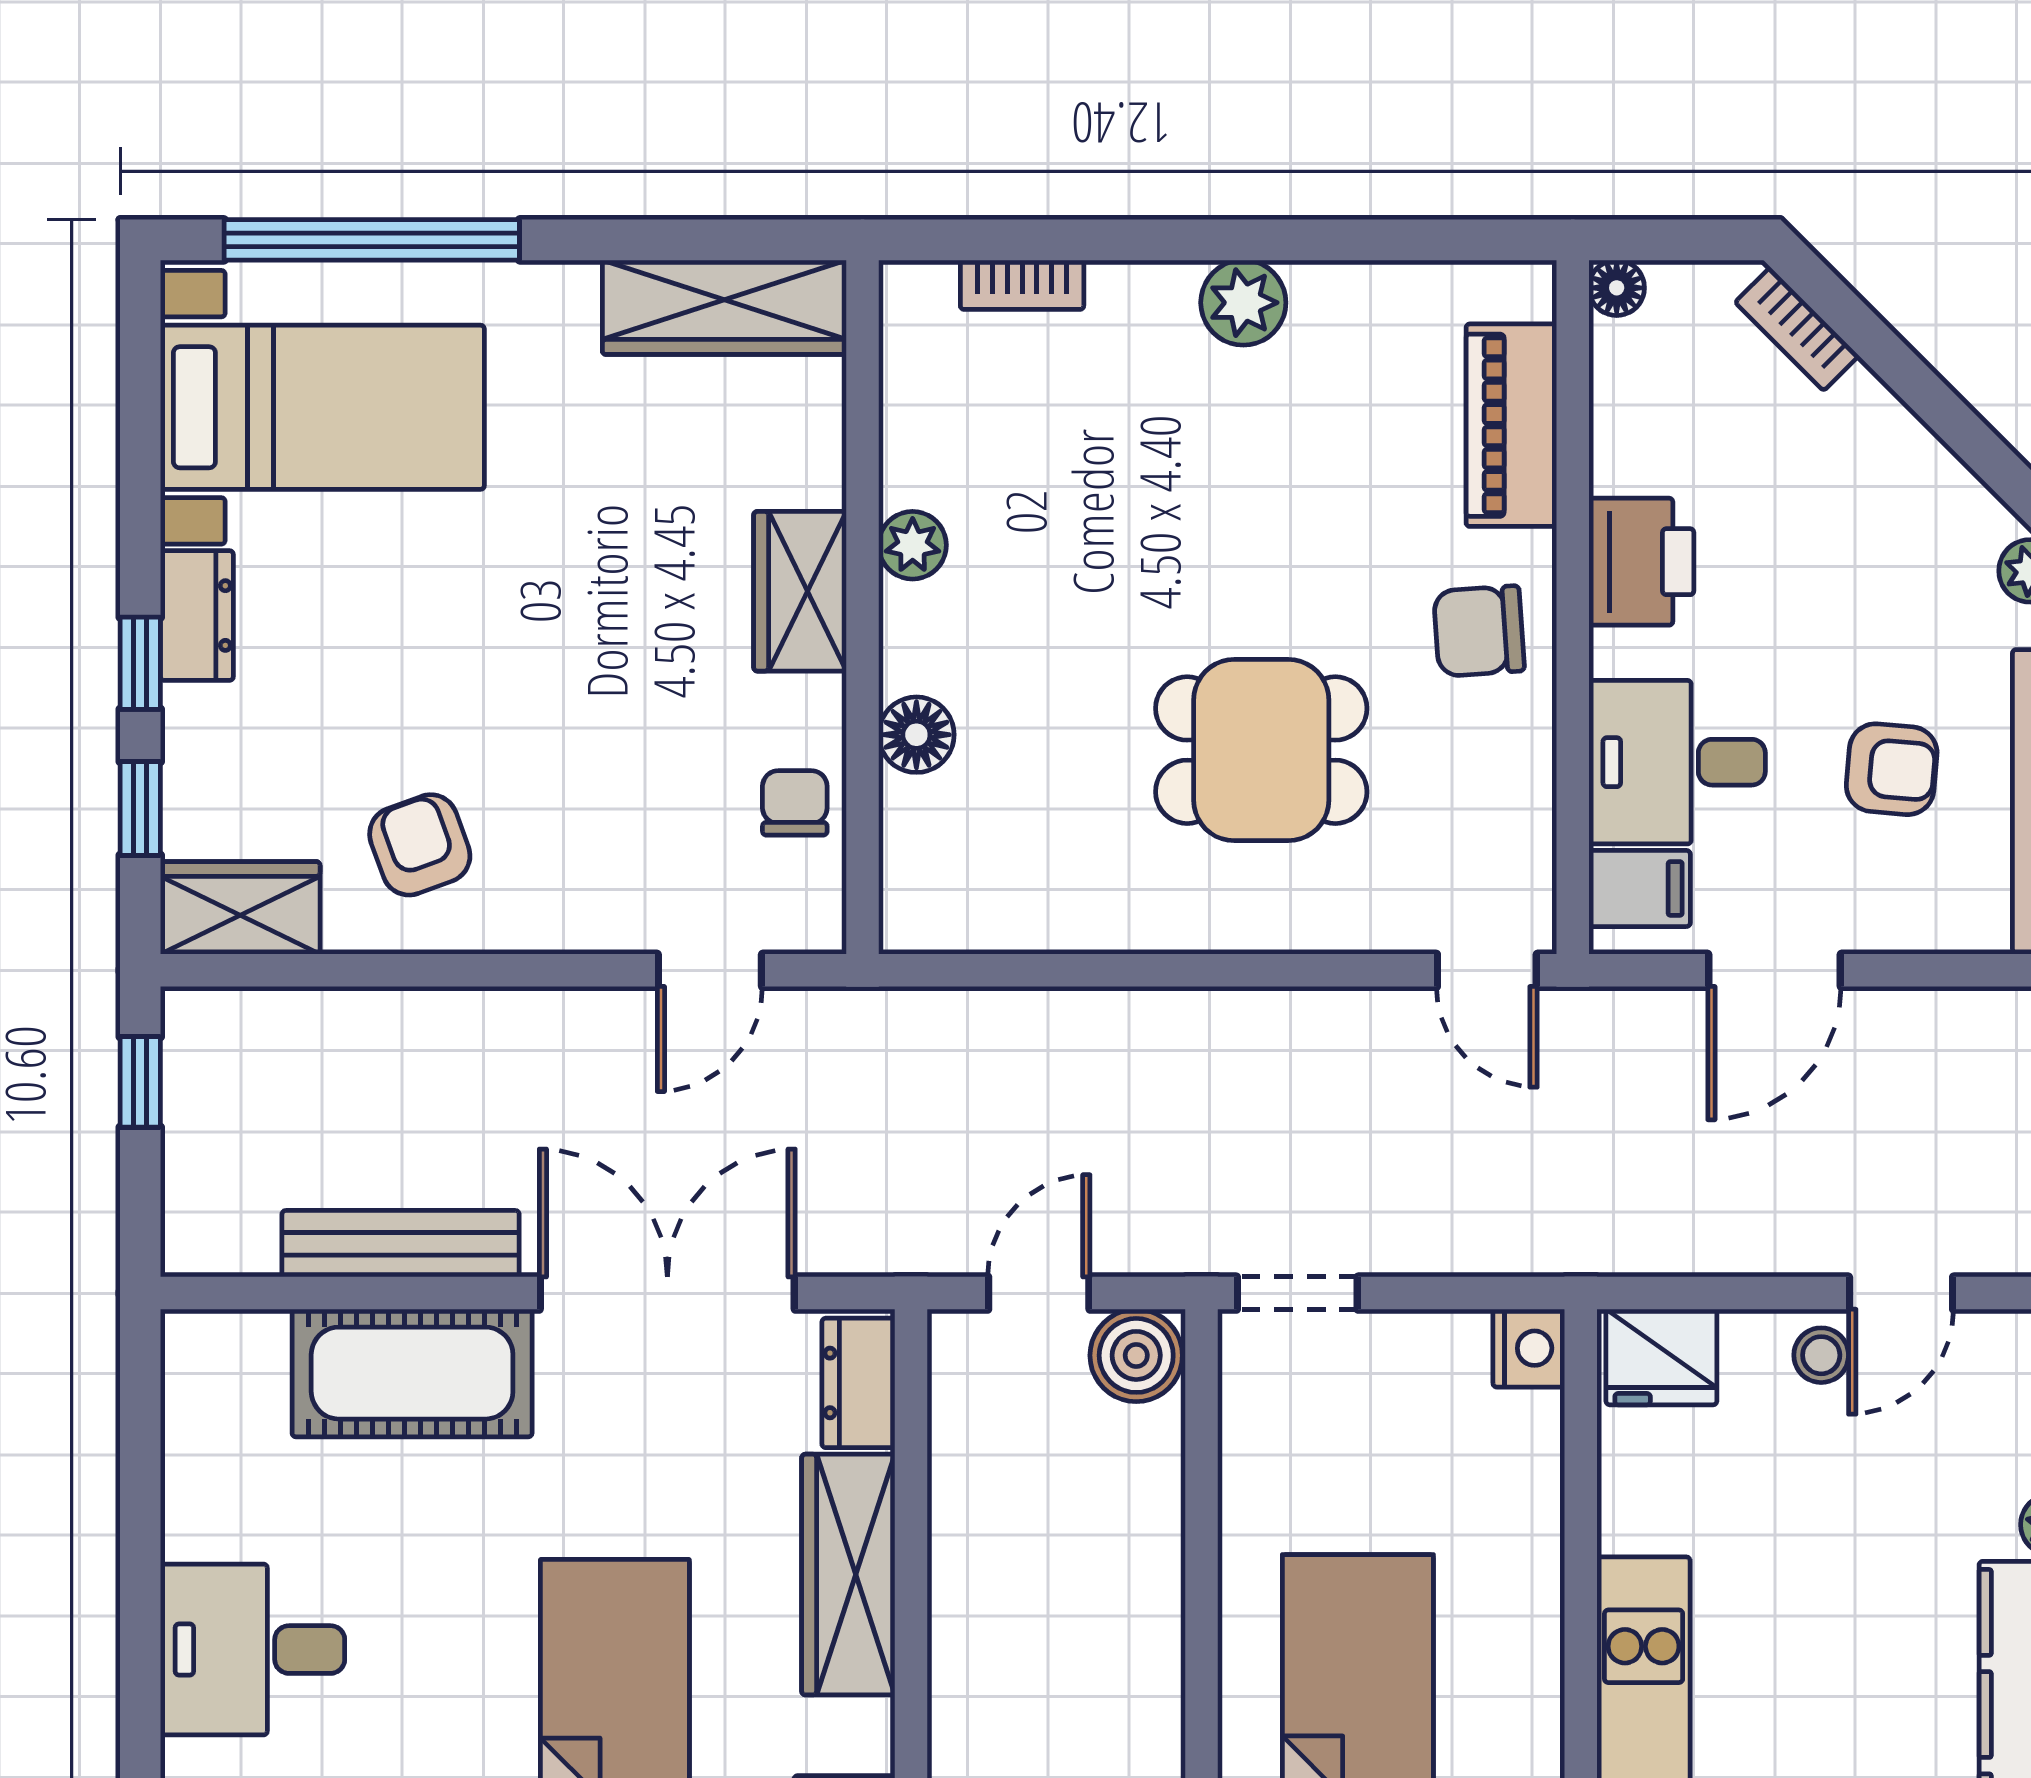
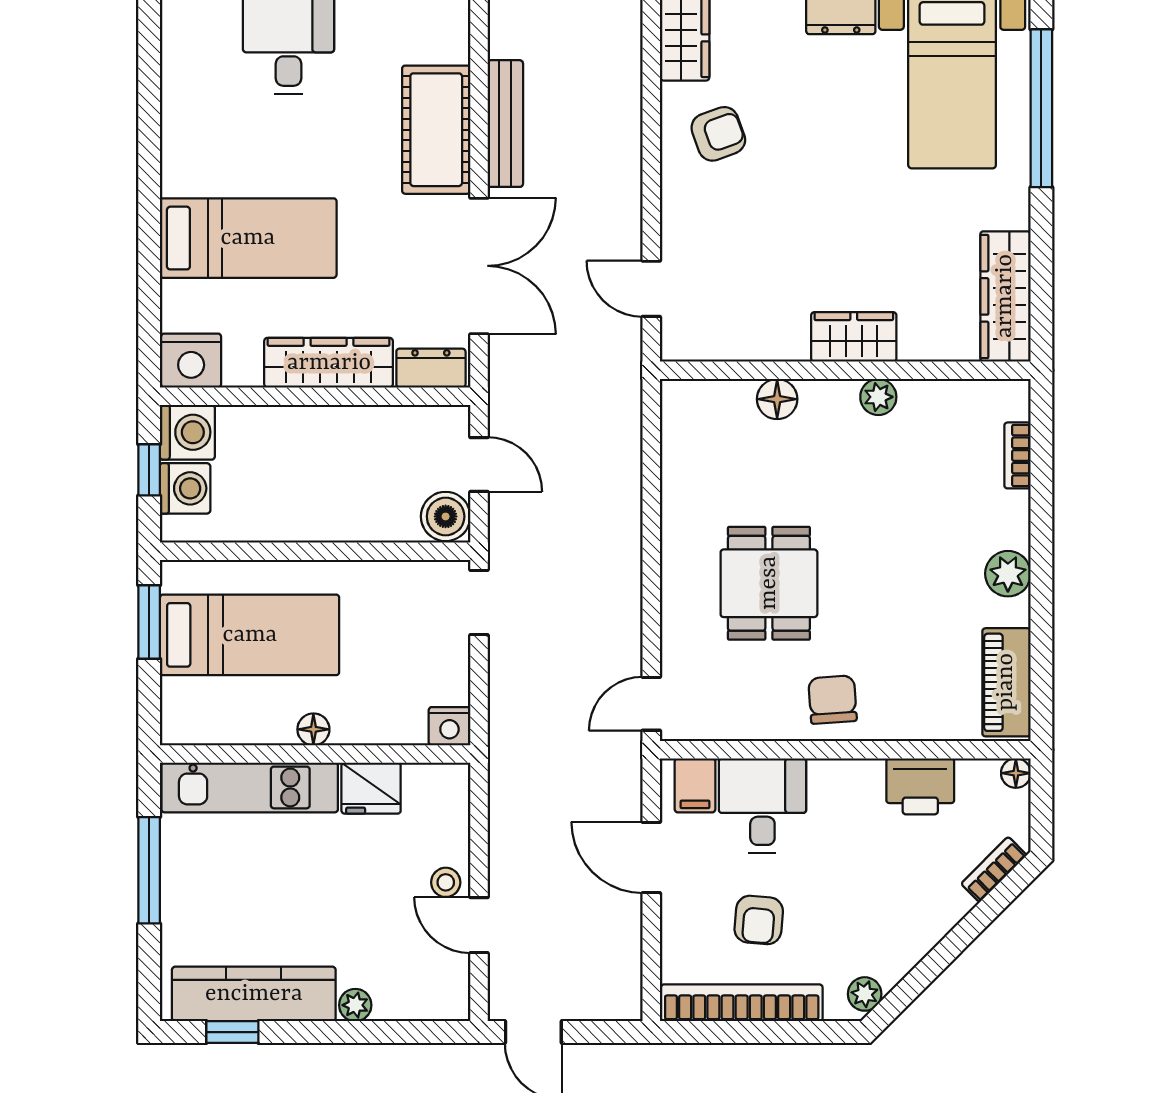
piano: (1511, 425) -> (1006, 682), moved, turned -90
printer: (1641, 562) -> (920, 786), moved
chair: (795, 803) -> (741, 334), removed
fridge: (1661, 1357) -> (371, 788), moved, turned -90
floor lamp: (1535, 1603) -> (313, 729), added

